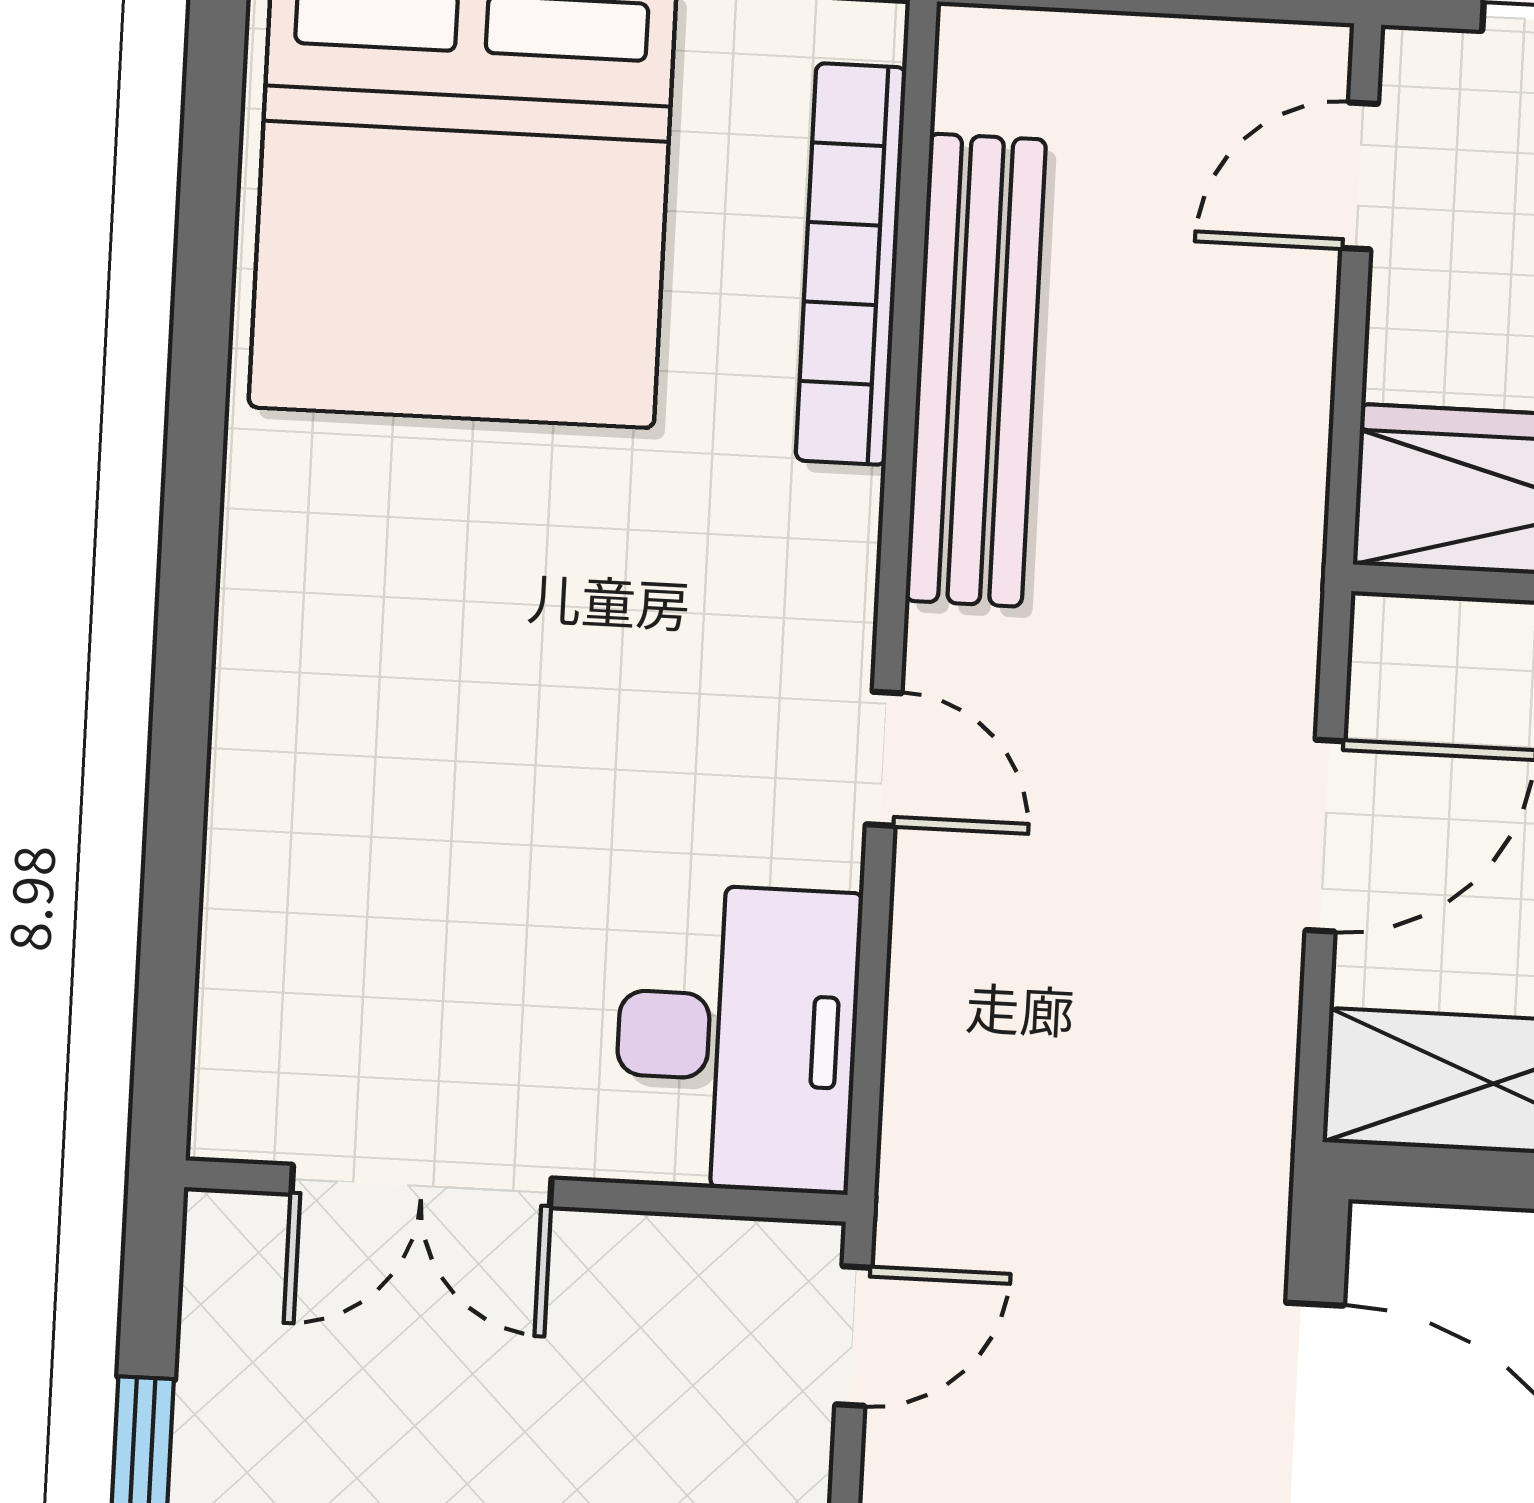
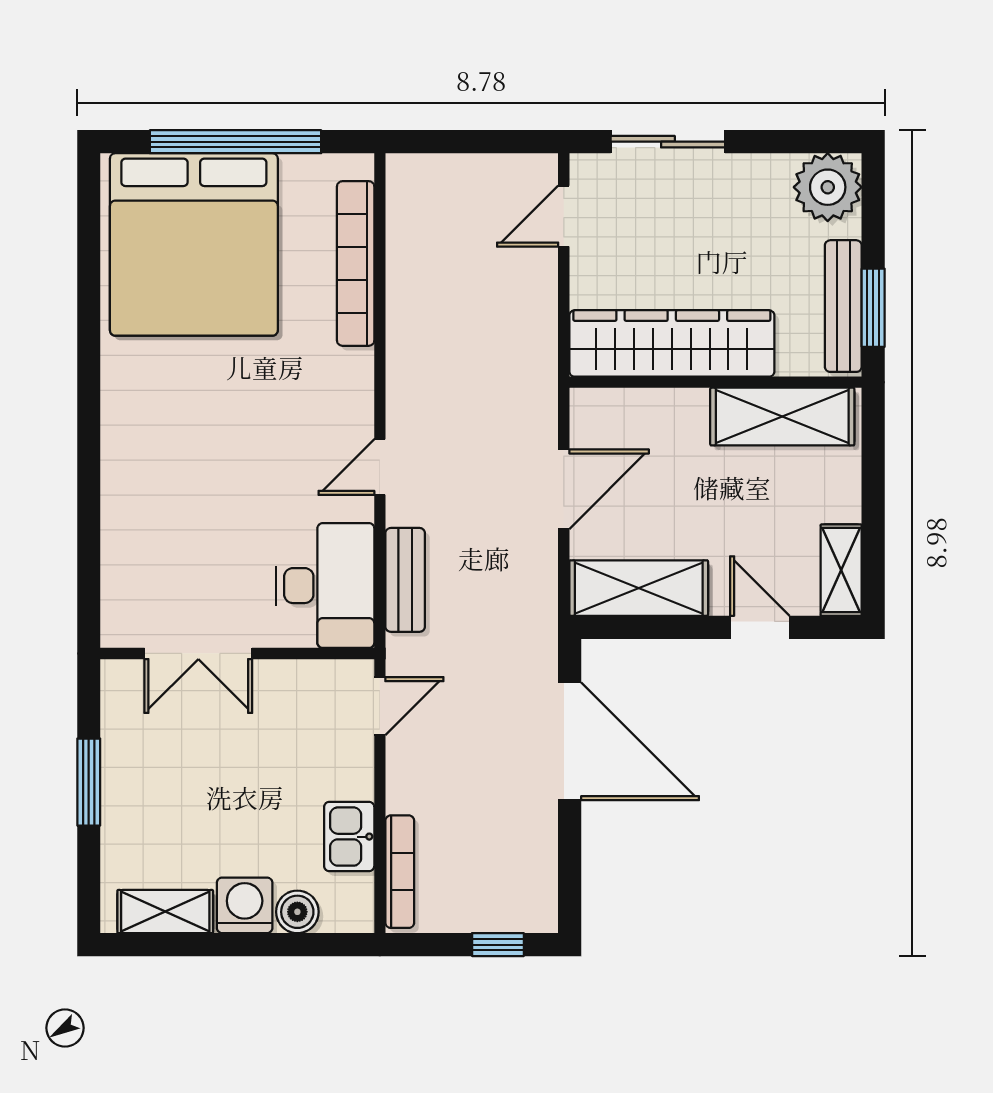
bench: (976, 370) -> (405, 580), moved, width x0.54, depth x0.82
door: (884, 759) -> (380, 467), swing flipped

